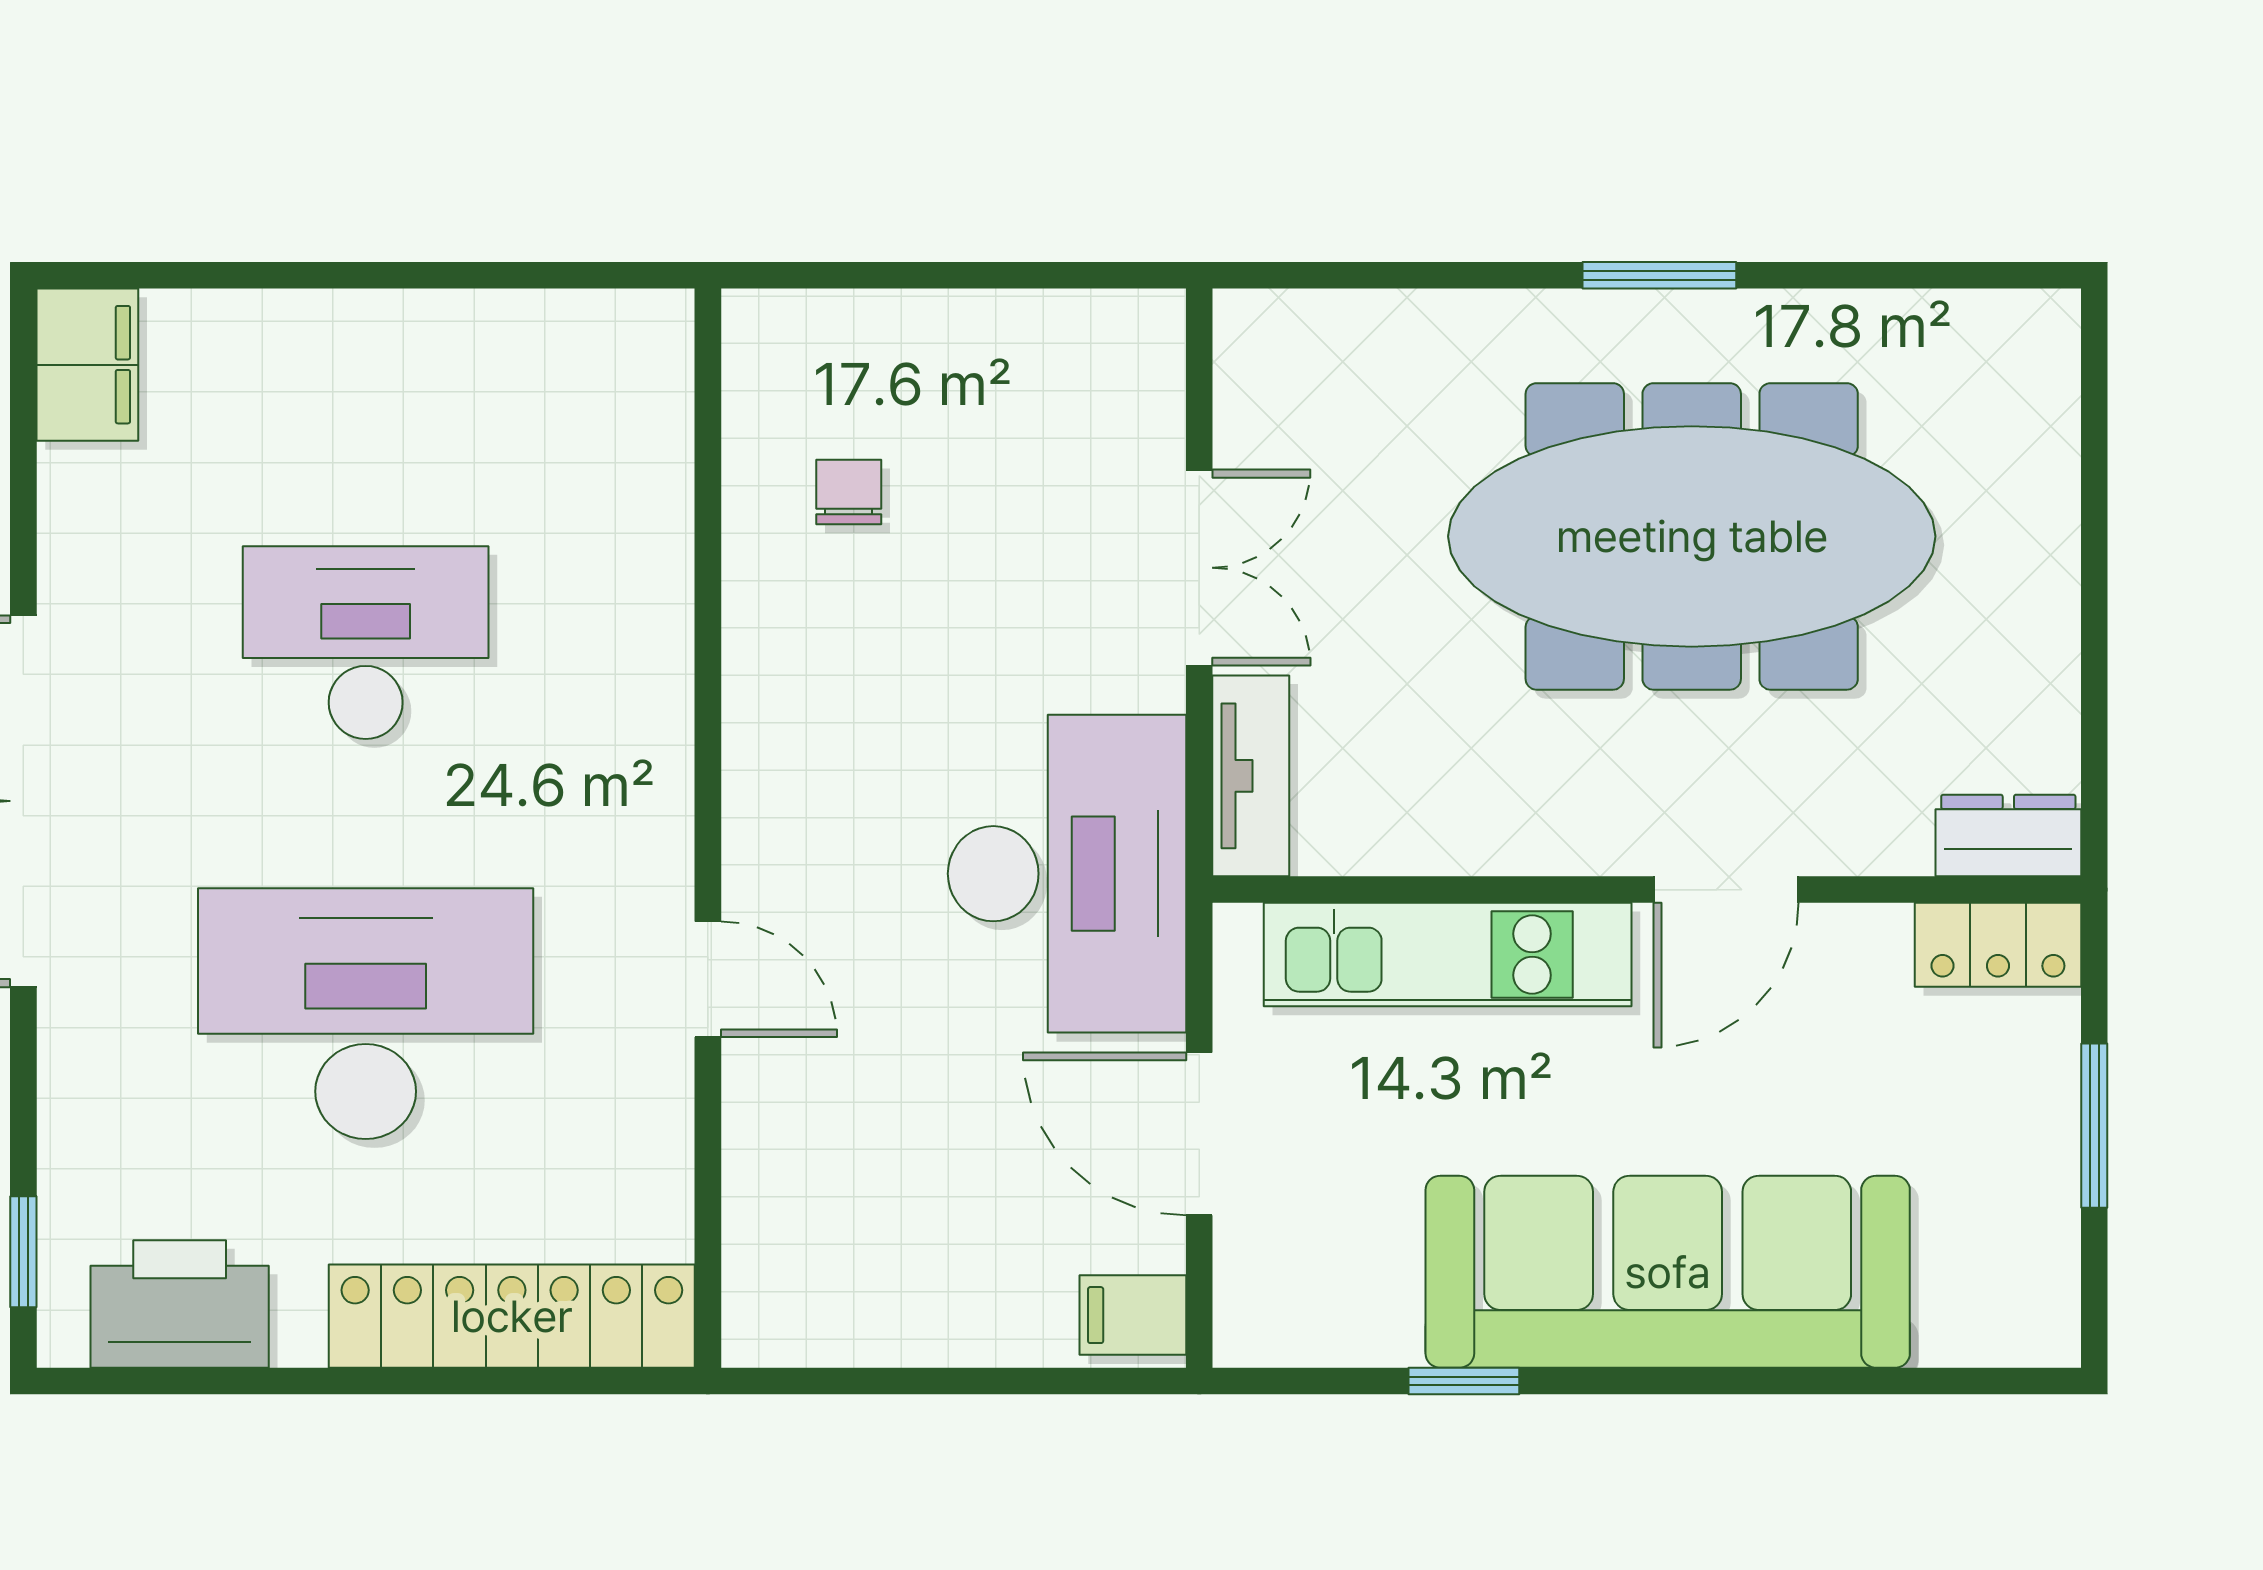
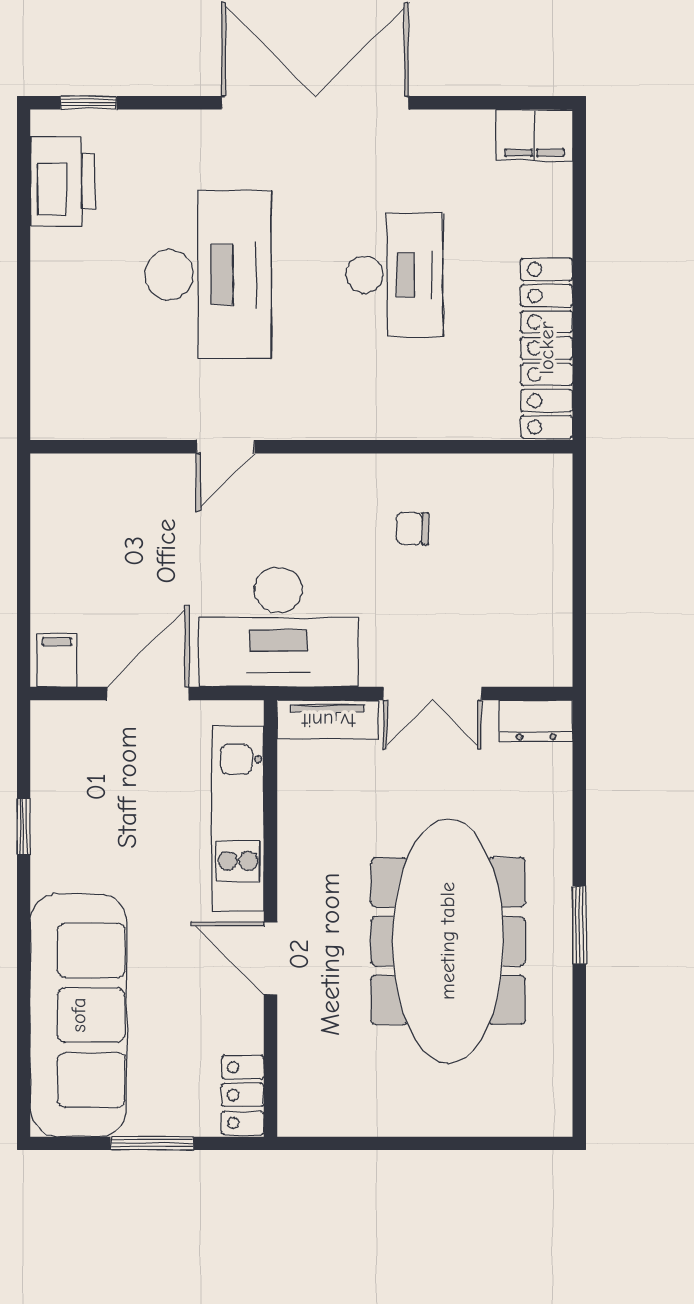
chair: (849, 492) -> (412, 529), moved, turned 180
dresser: (2008, 835) -> (536, 721), moved, turned 90
sofa: (1668, 1272) -> (79, 1015), moved
locker: (512, 1316) -> (547, 348), moved, turned 180

